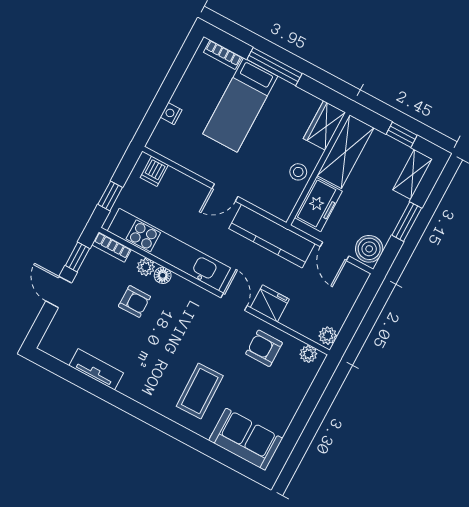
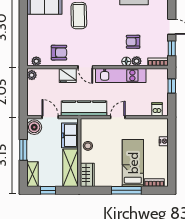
kitchen unit: (169, 250) -> (121, 75), width x0.73

